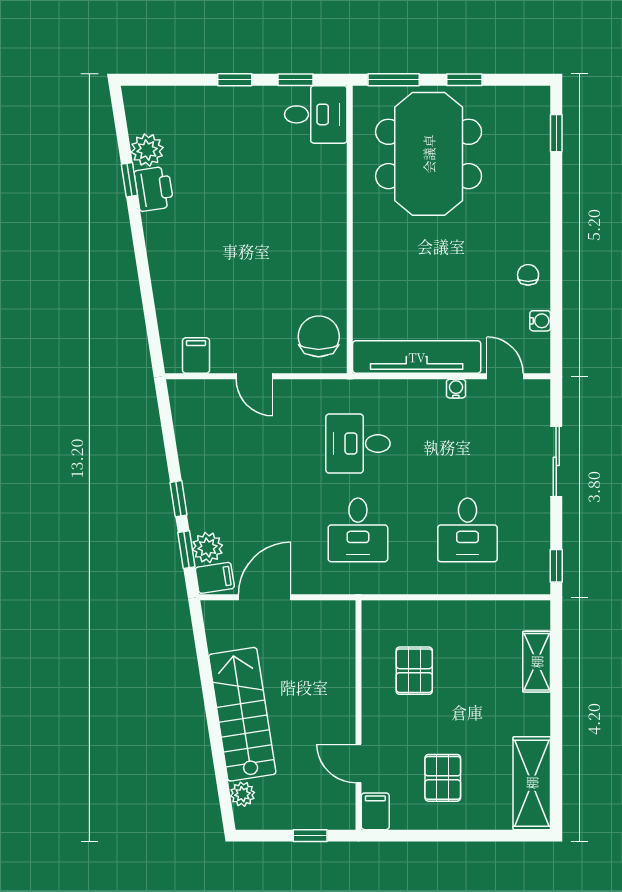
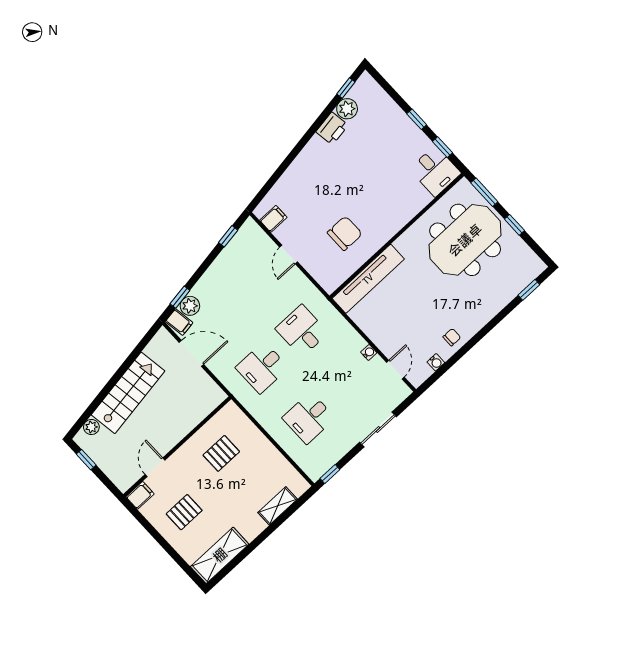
window: (129, 180) -> (346, 88), moved
chair: (319, 336) -> (345, 233), moved
tv unit: (417, 357) -> (368, 279), moved, turned 90
window: (179, 499) -> (228, 236), moved
window: (310, 836) -> (86, 460), moved

